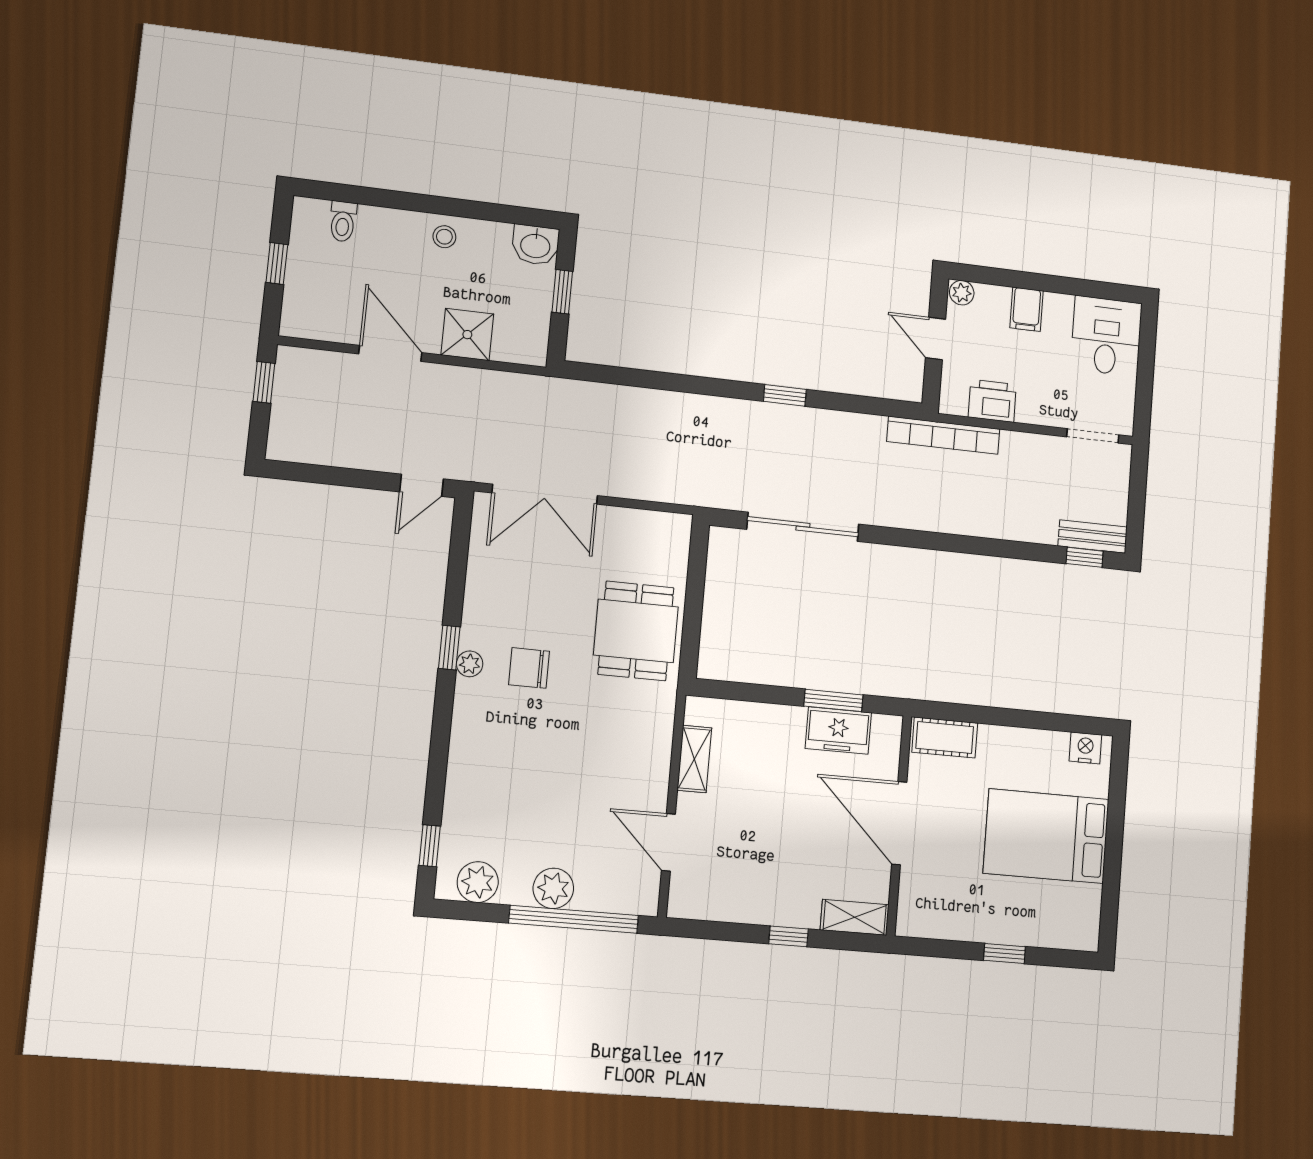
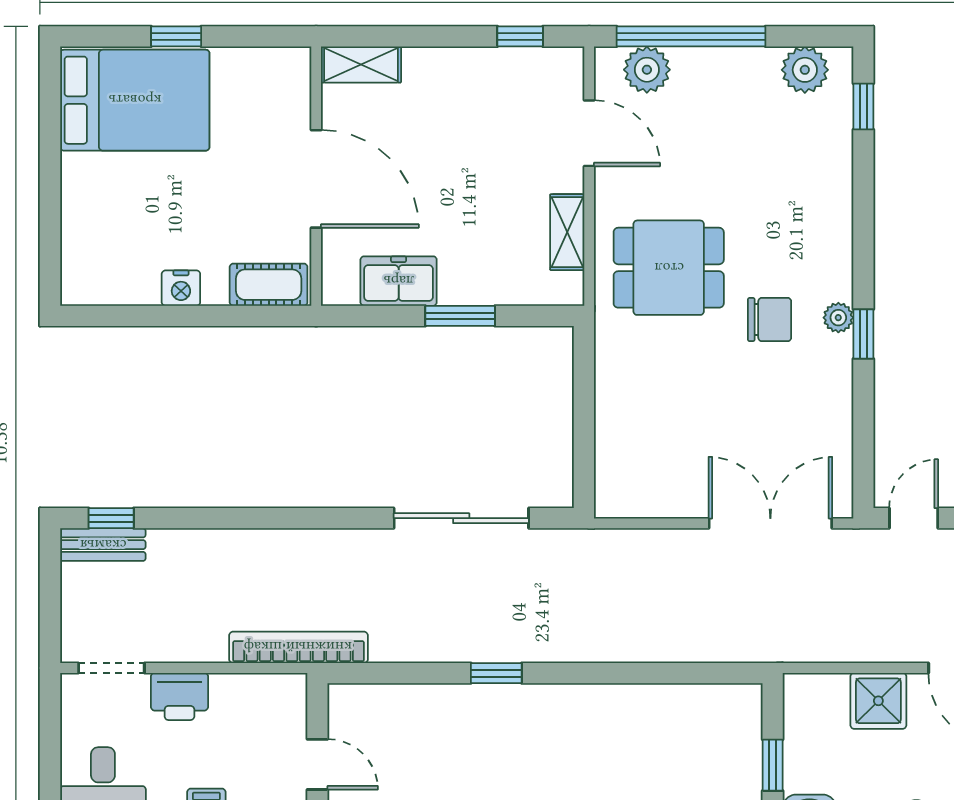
printer: (992, 401) -> (179, 696), moved
dining table: (636, 631) -> (669, 268), moved, turned 90
window: (833, 700) -> (460, 316), moved
nightstand: (1085, 748) -> (181, 288), moved
bed: (1046, 836) -> (135, 100), moved
plant: (553, 888) -> (647, 70), moved
window: (789, 936) -> (520, 36), moved

